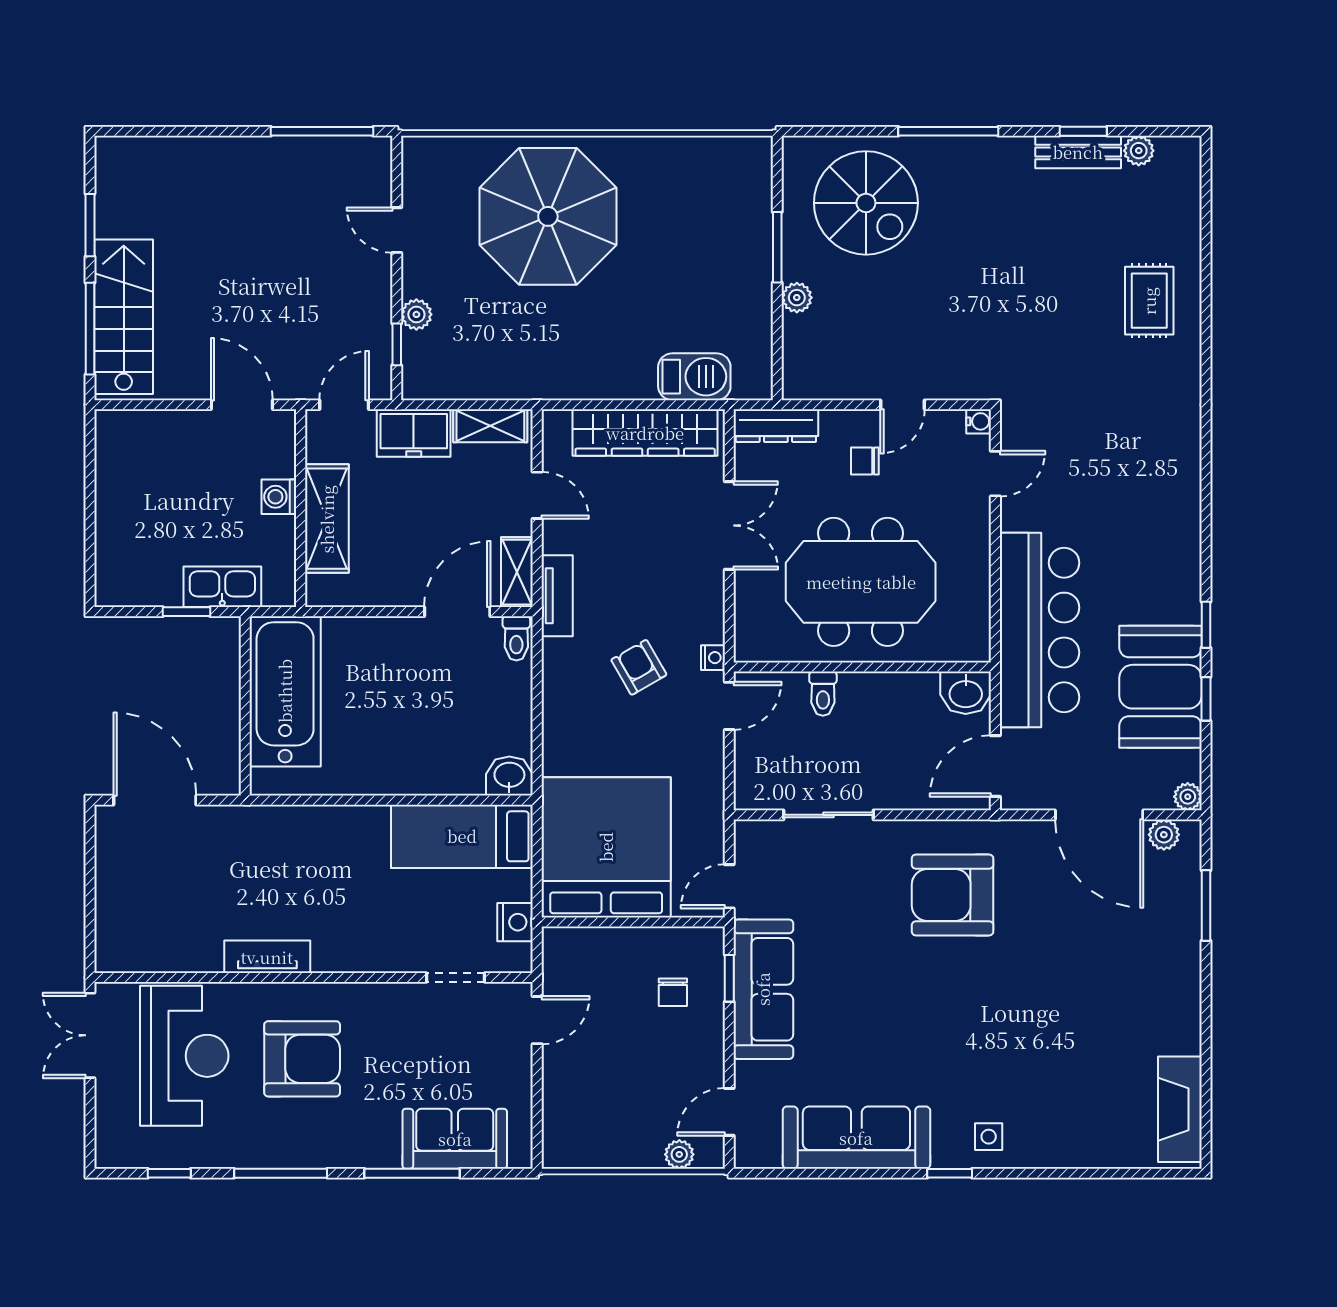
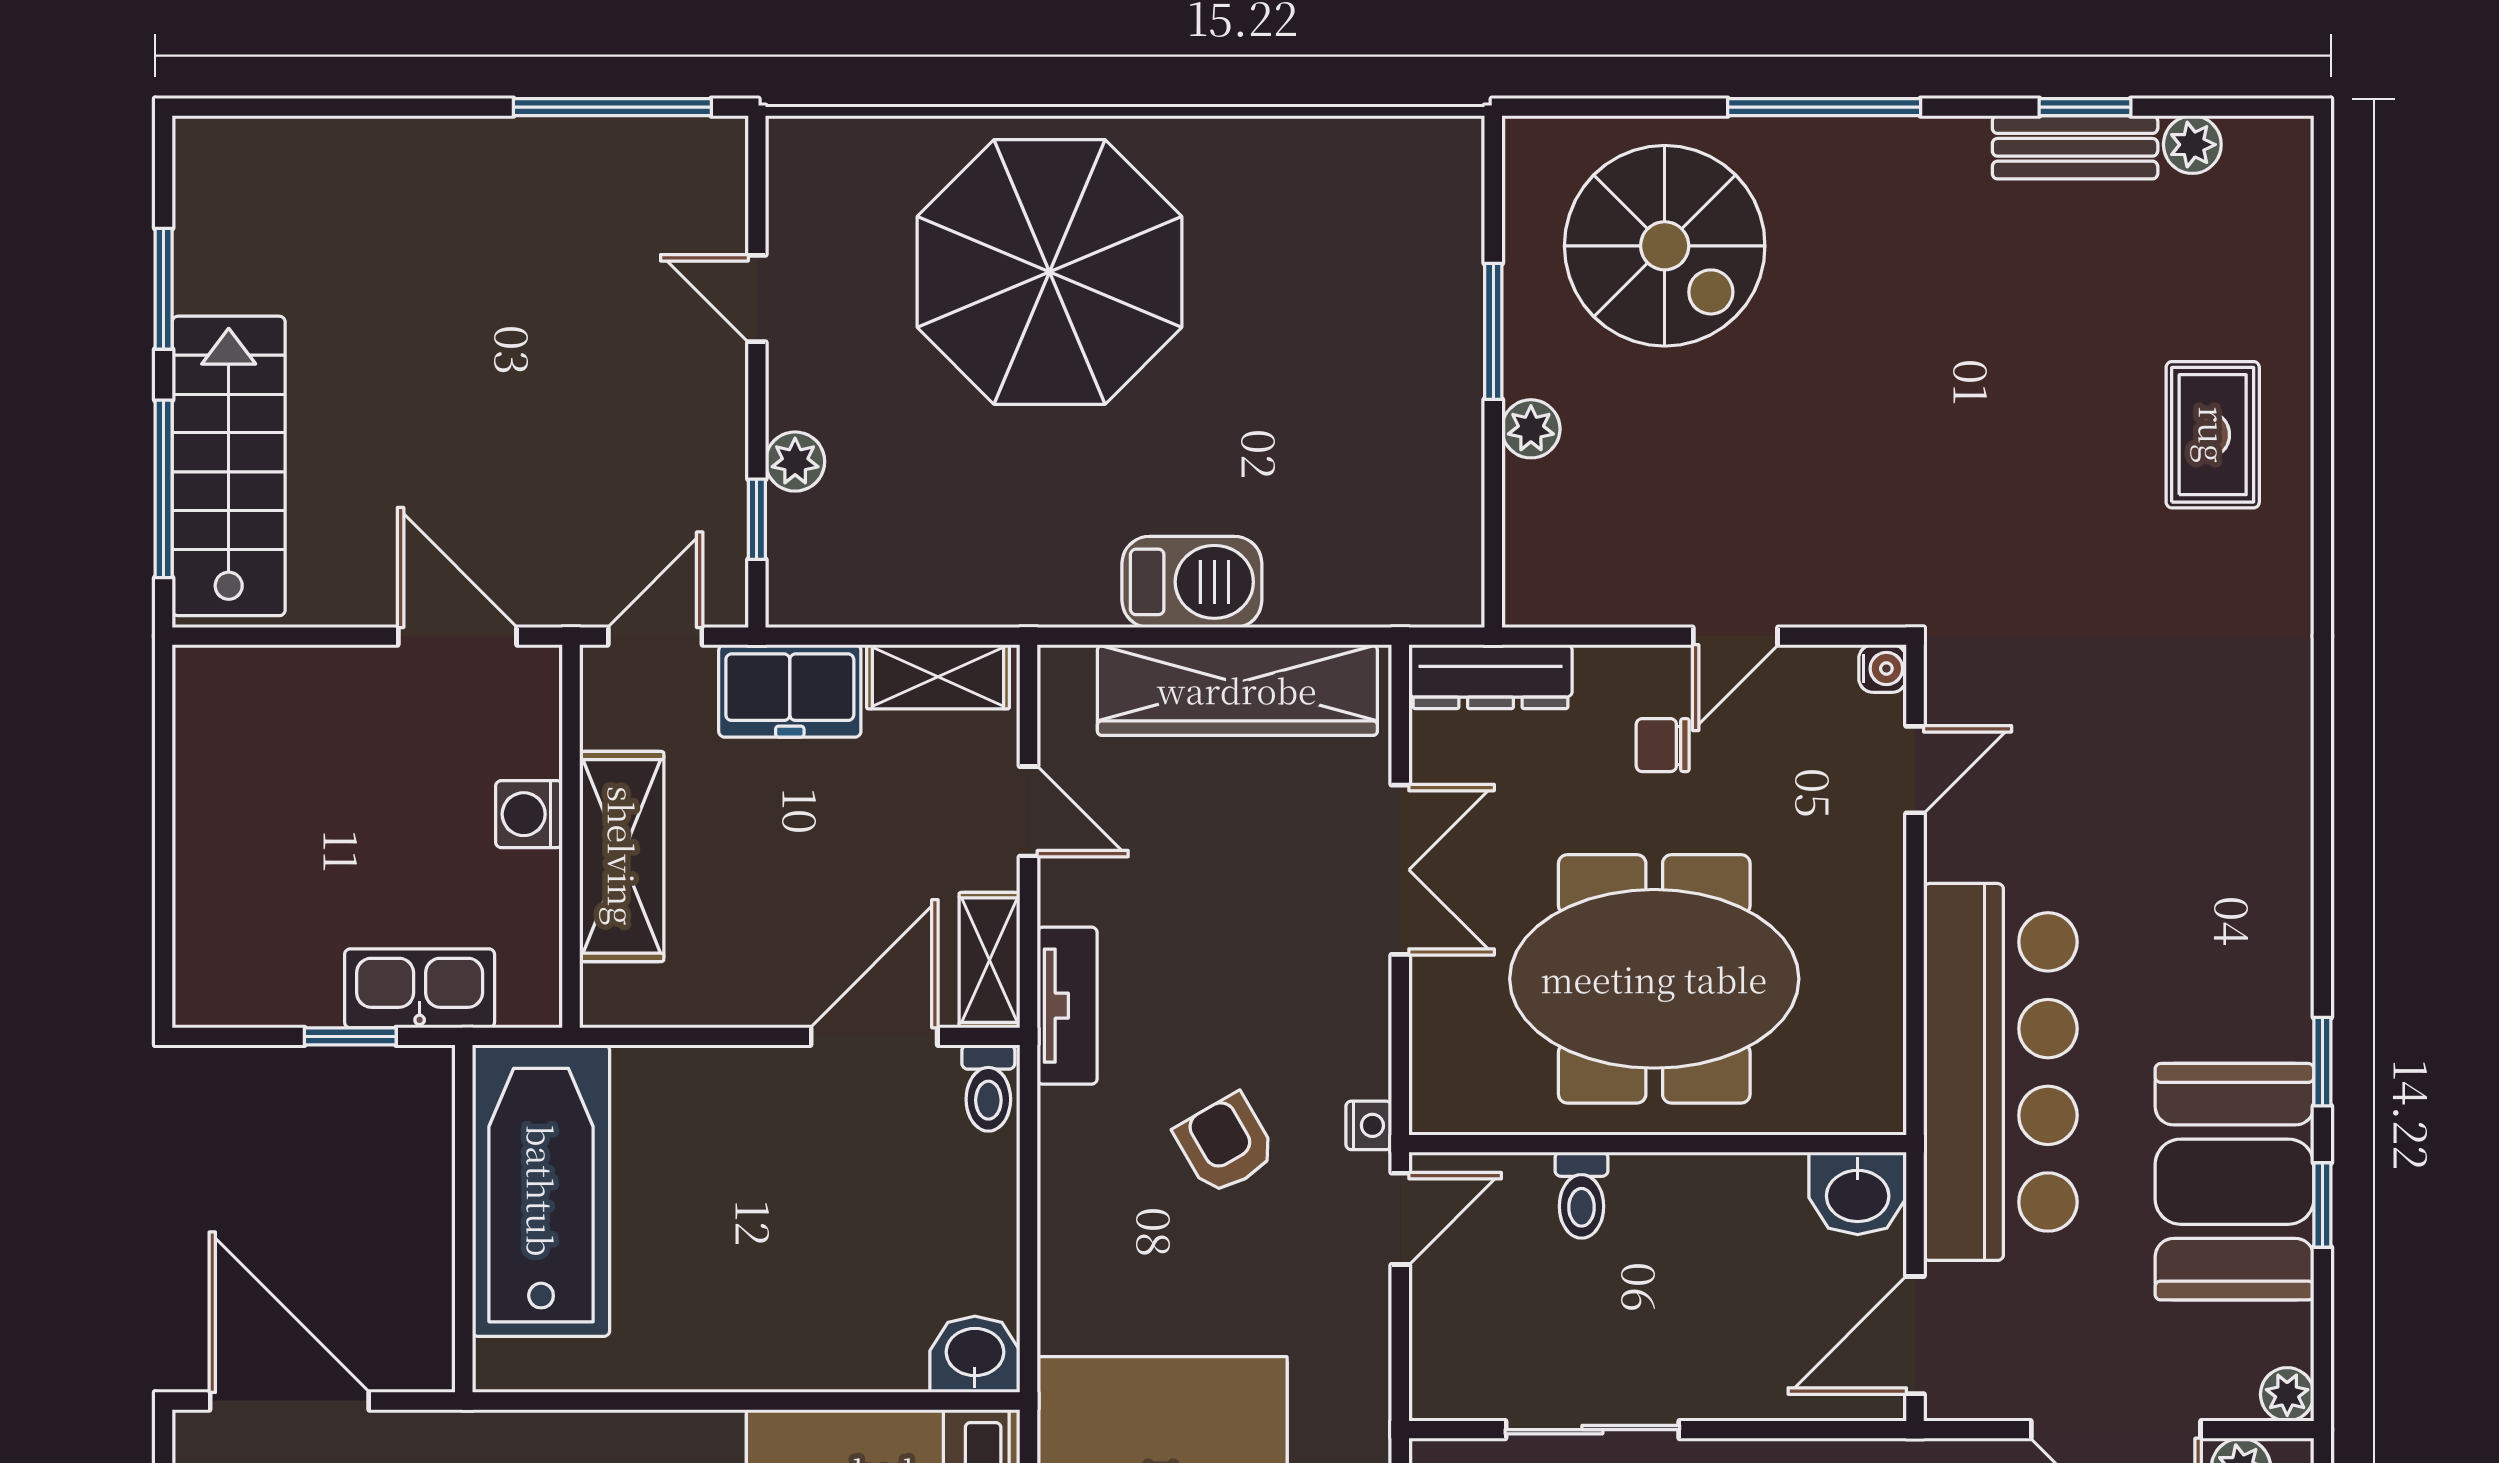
barbecue: (694, 377) -> (1192, 582), moved

